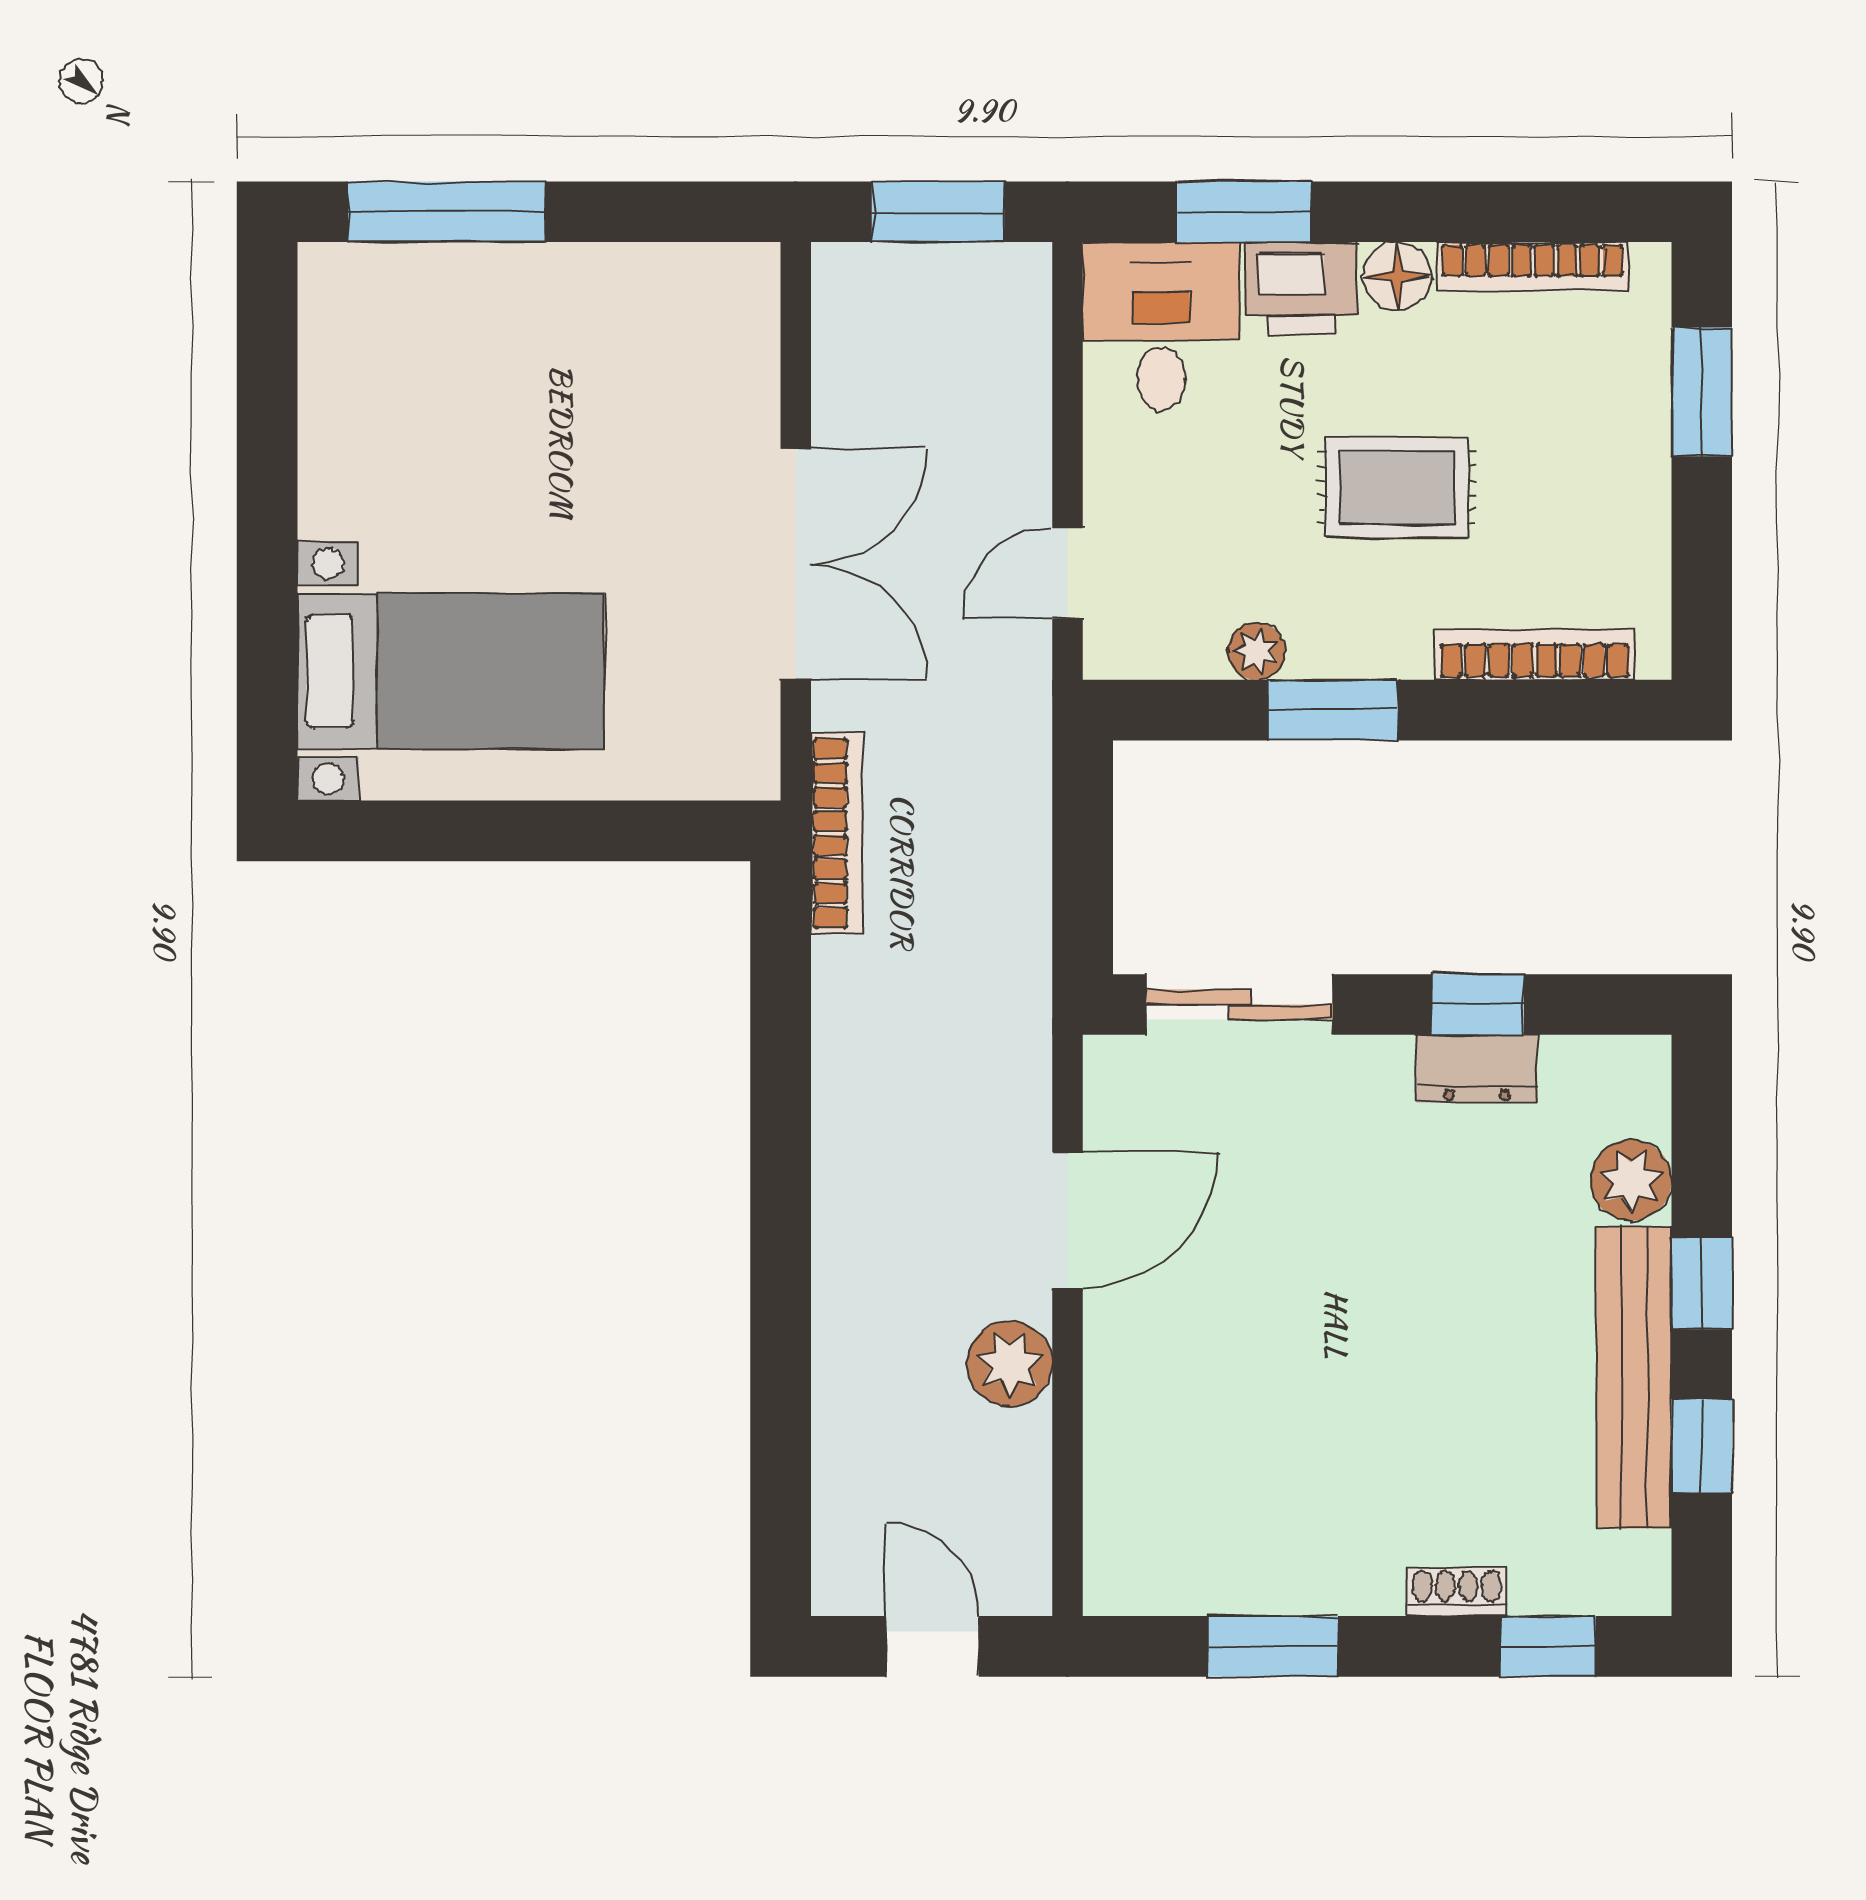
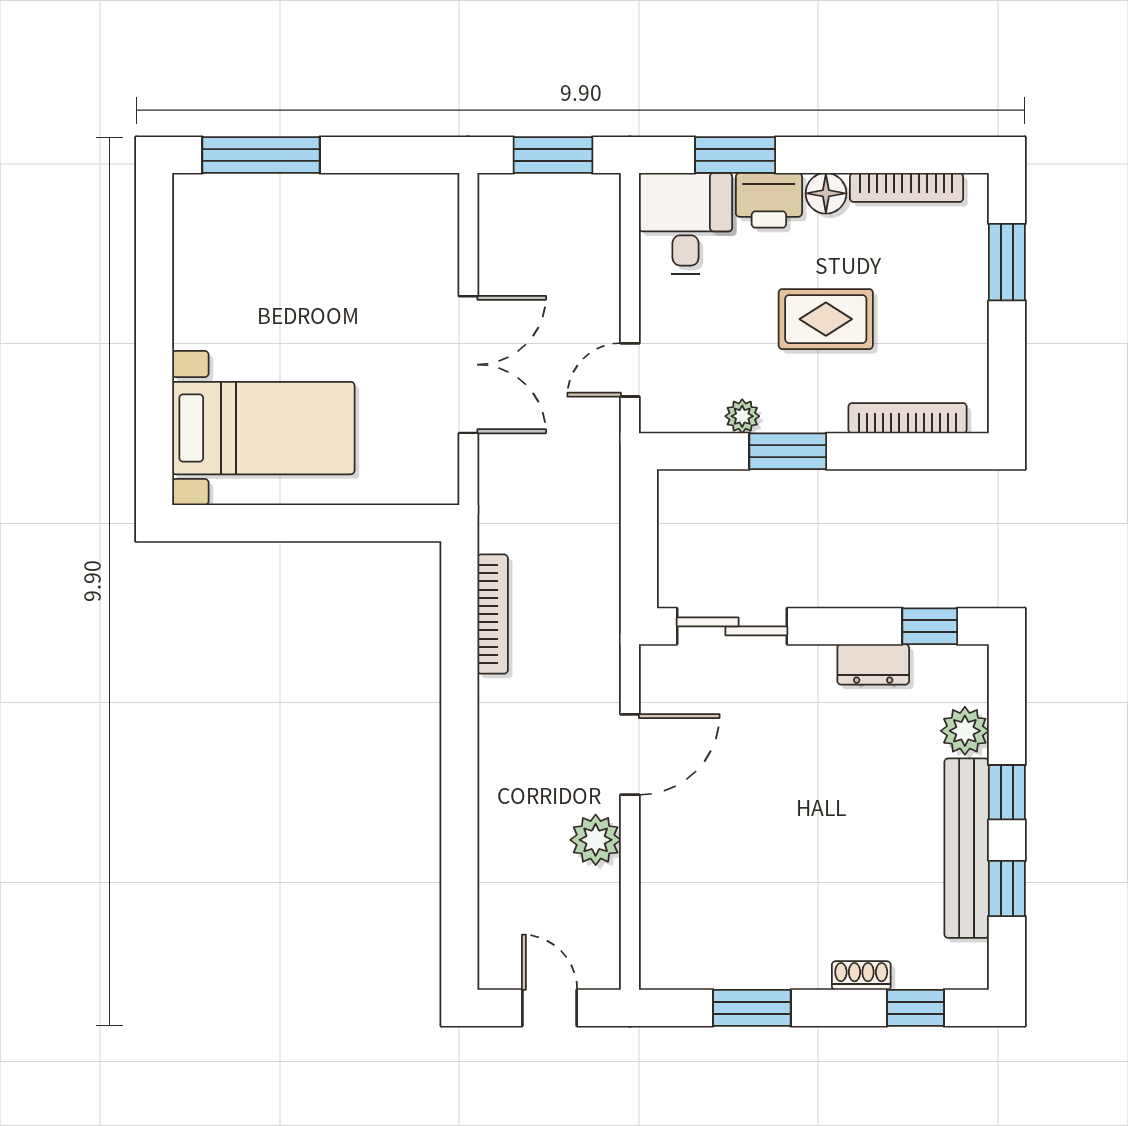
bookcase: (836, 833) -> (493, 614), moved
window: (1478, 1005) -> (930, 626), moved

